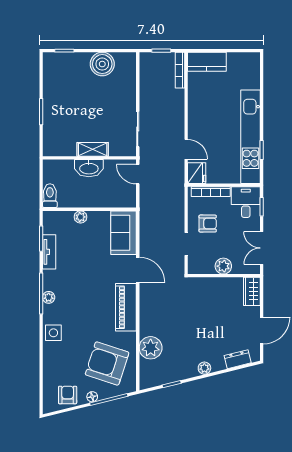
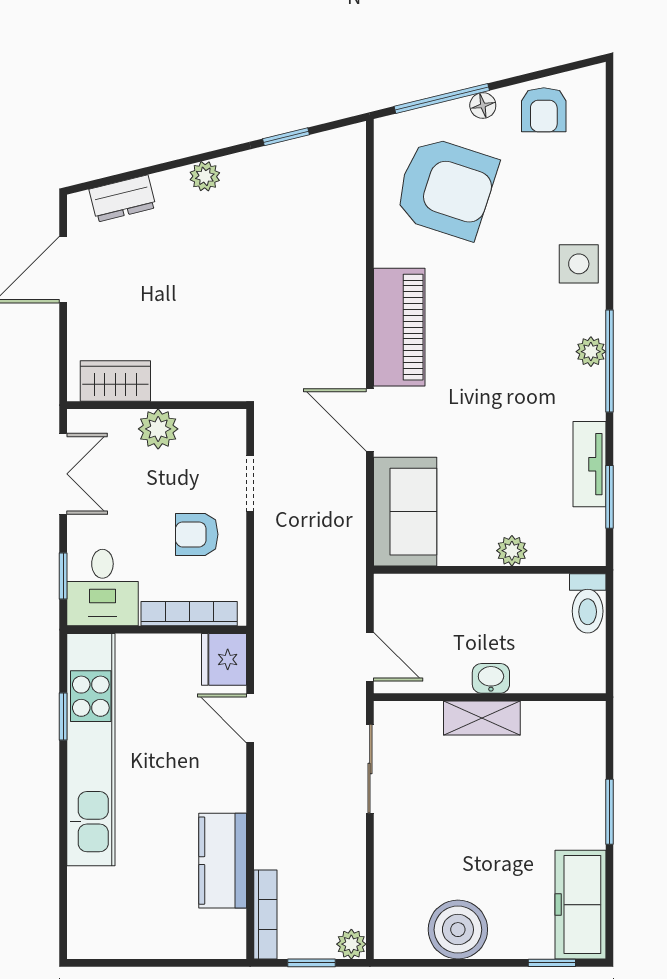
kitchen counter: (207, 62) -> (223, 861), moved, turned -90
freezer: (53, 74) -> (580, 905), added
washbasin: (89, 168) -> (491, 678), width x0.52, depth x0.69
wardrobe: (252, 291) -> (115, 381), moved, turned -90
plant: (151, 348) -> (351, 944), moved, width x0.53, depth x0.53

